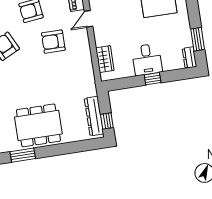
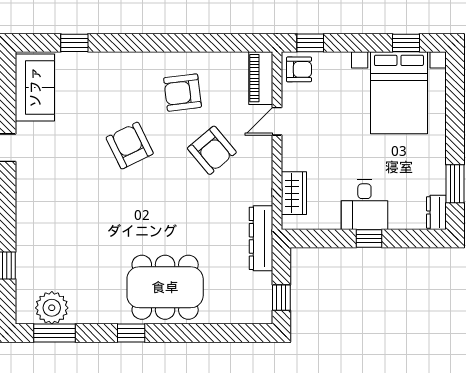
armchair: (53, 42) -> (212, 150), turned -130
dresser: (94, 116) -> (261, 238), moved
window: (23, 155) -> (131, 333), width x0.67

